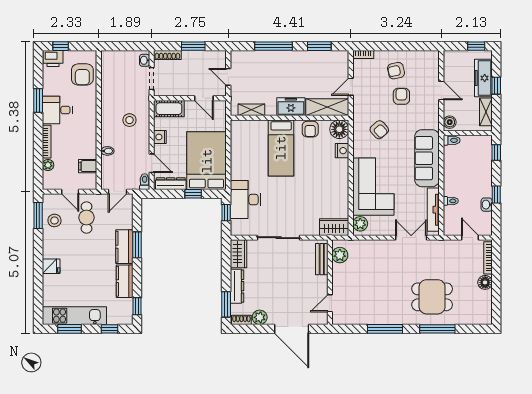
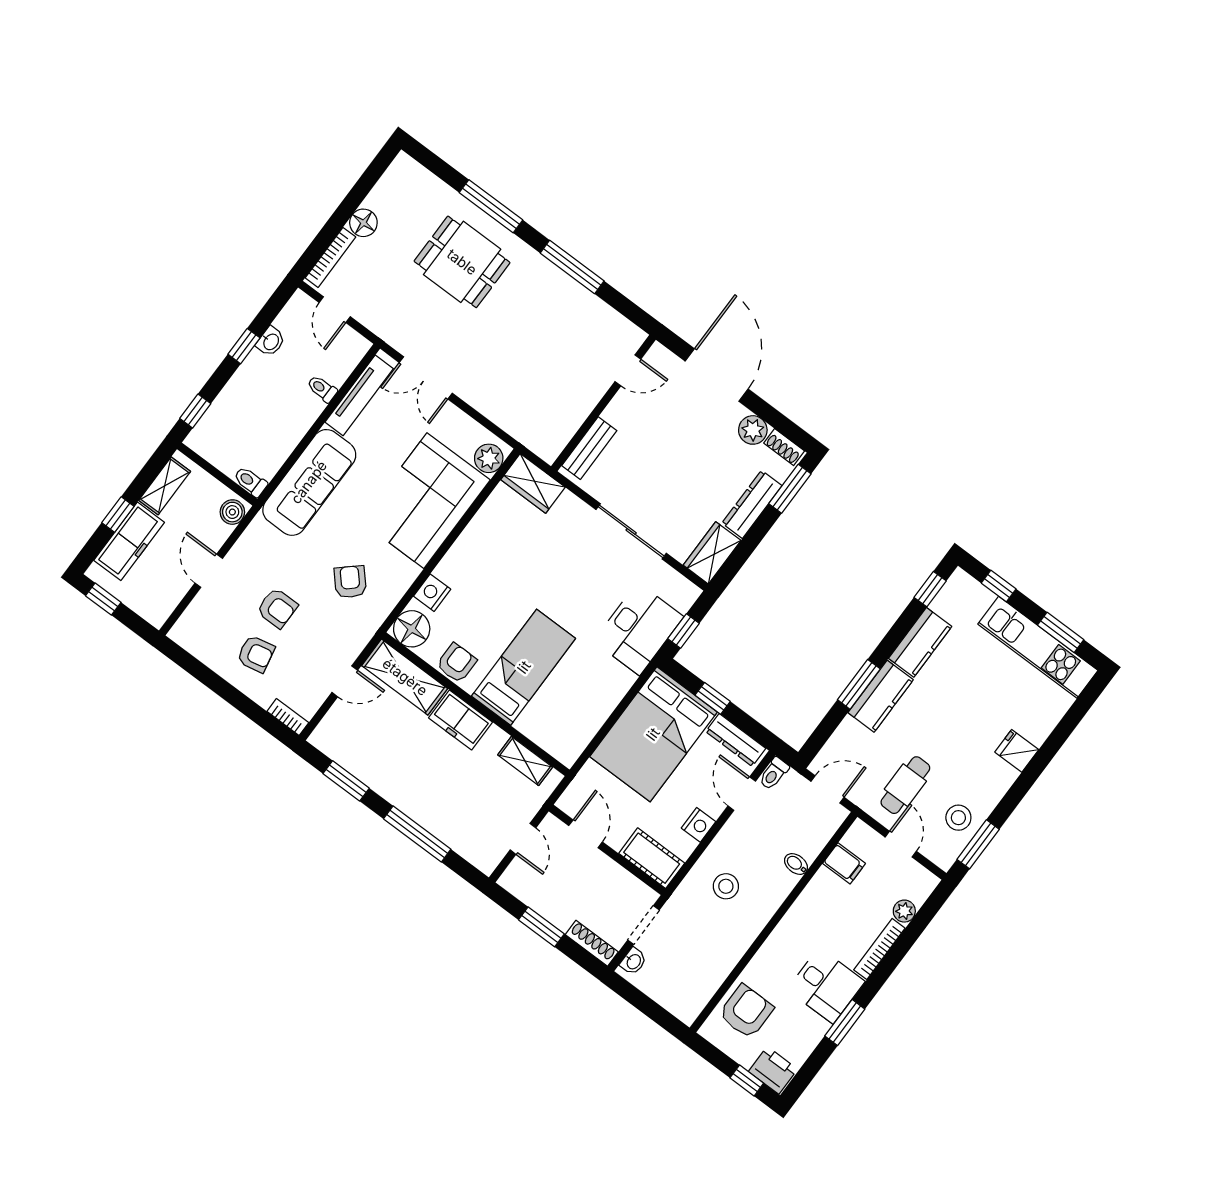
armchair: (401, 96) -> (277, 608), turned -90
plant: (340, 255) -> (557, 433), removed

